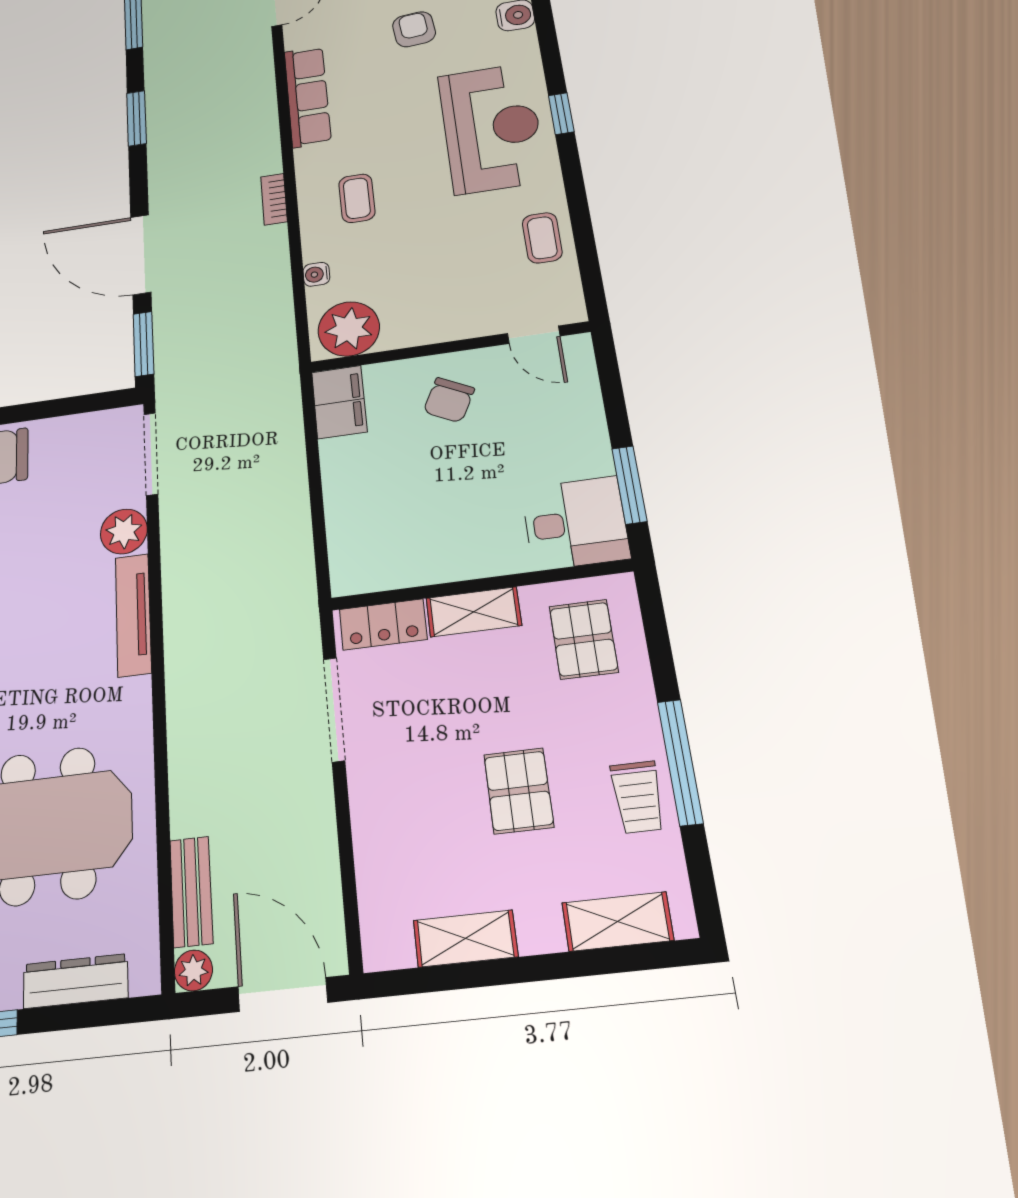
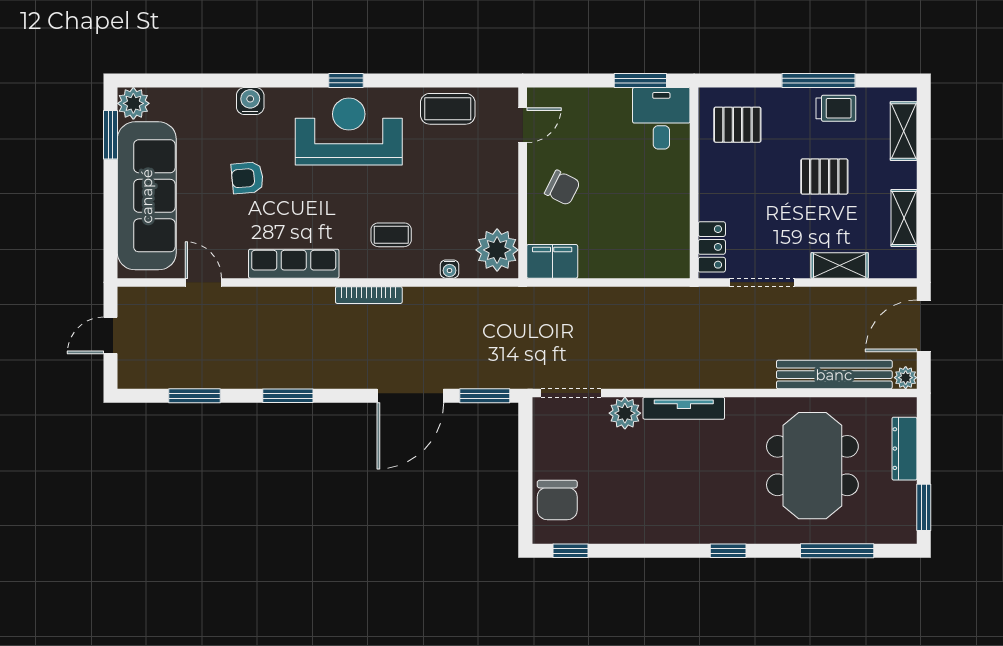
bookcase: (274, 199) -> (369, 295), width x1.56
coffee table: (542, 238) -> (448, 109), width x1.36, depth x1.30
shelving: (474, 612) -> (840, 265), moved, turned 90
bench: (191, 891) -> (834, 375), width x1.86, depth x1.21

